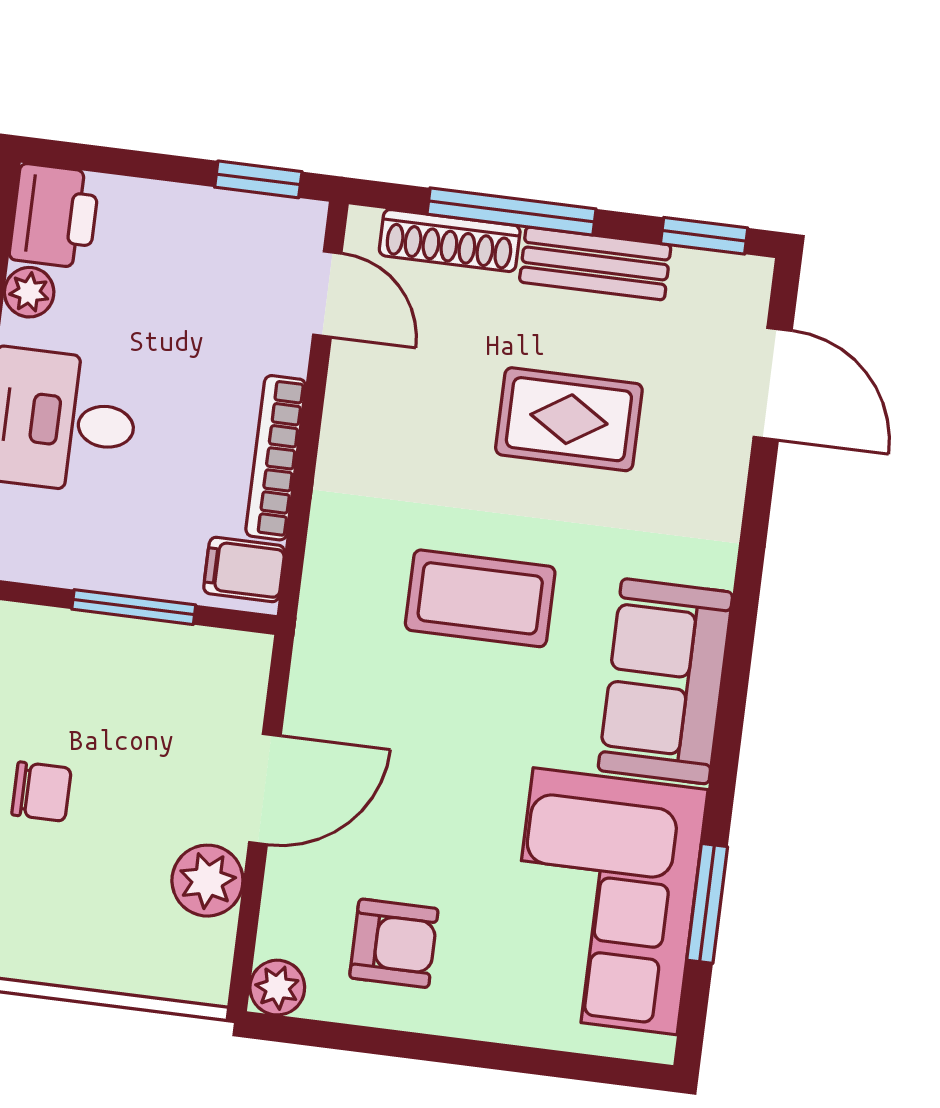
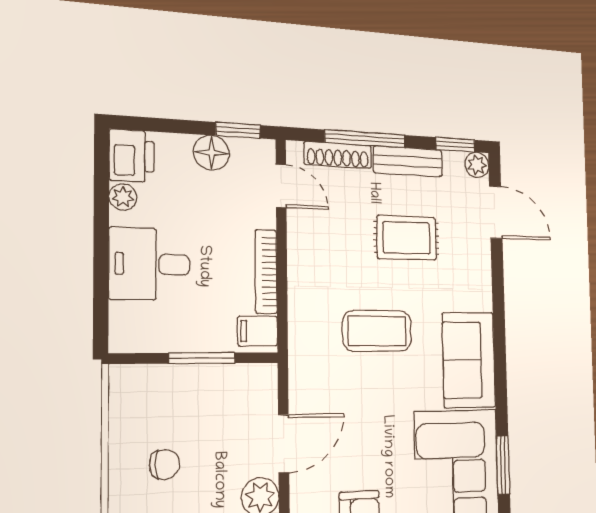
floor lamp: (202, 220) -> (212, 153), added
plant: (745, 281) -> (477, 165), added

